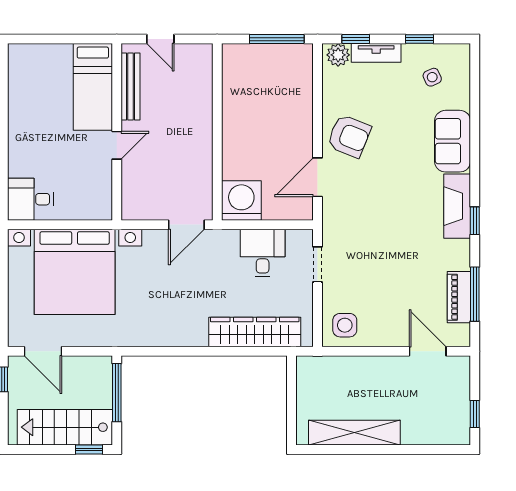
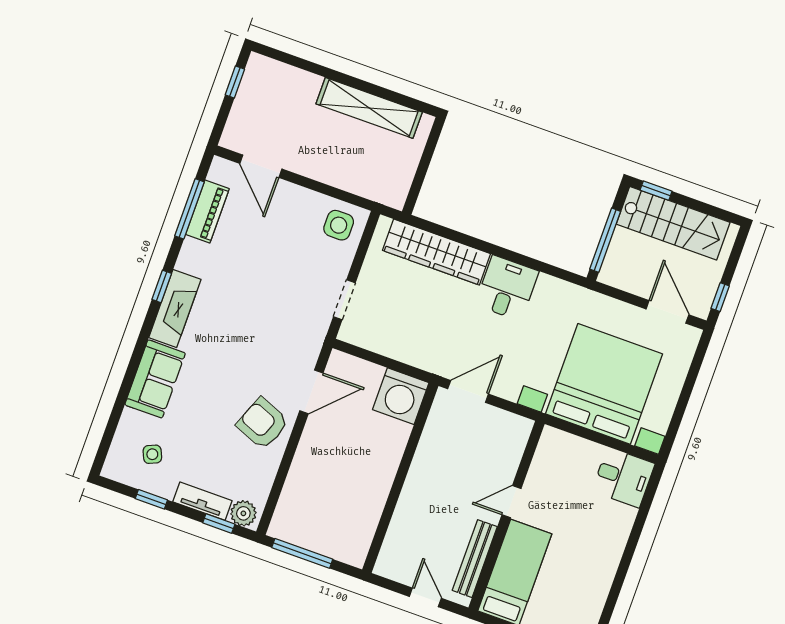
desk: (263, 253) -> (507, 288), moved, turned 180

